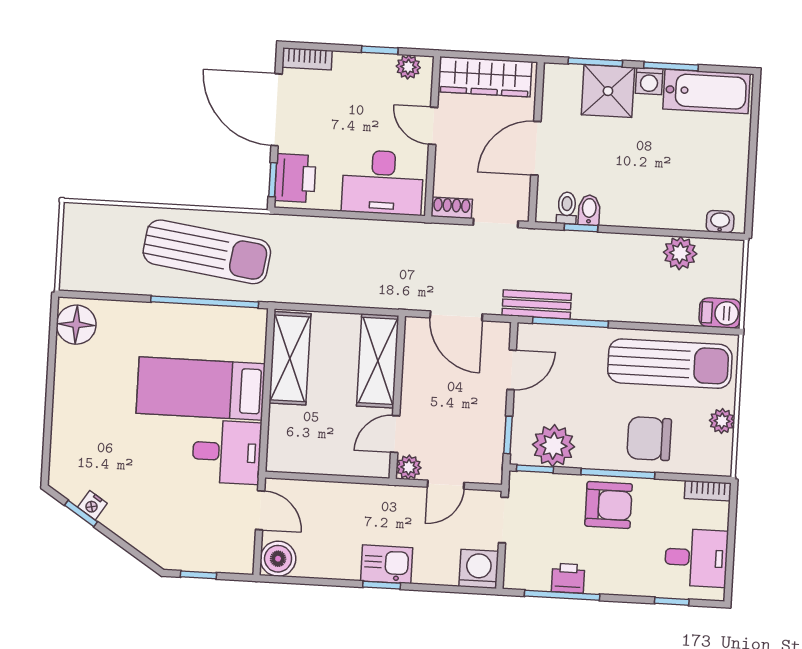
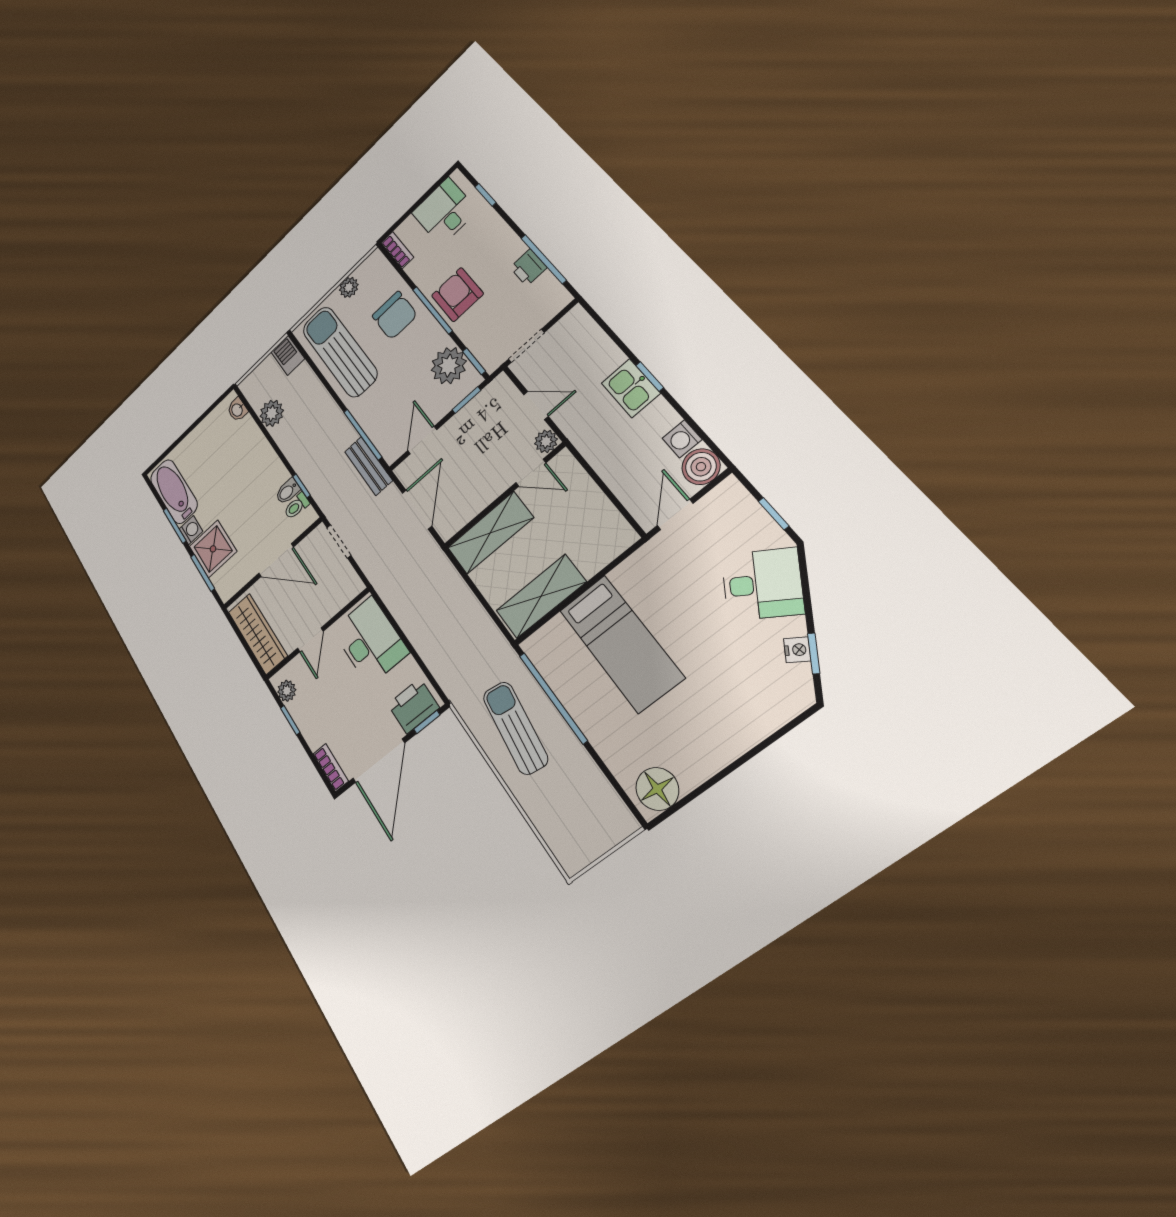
shoe rack: (452, 208) -> (351, 579), removed
sun lounger: (207, 252) -> (515, 728), width x0.73, depth x0.75
door: (512, 370) -> (422, 440), hinge flipped
desk: (227, 452) -> (762, 584), moved, turned 123
washing machine: (479, 569) -> (682, 439), moved, width x0.73, depth x0.73

